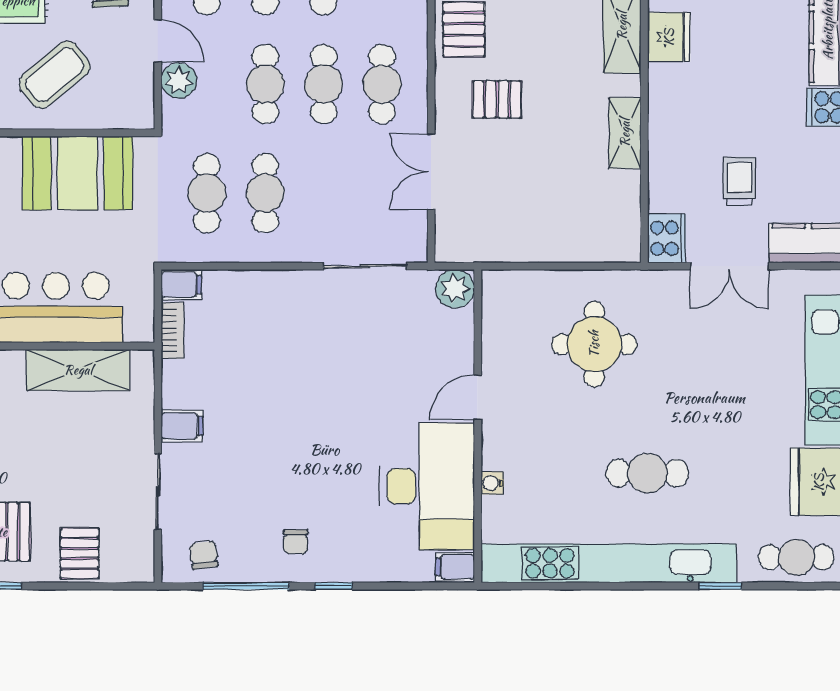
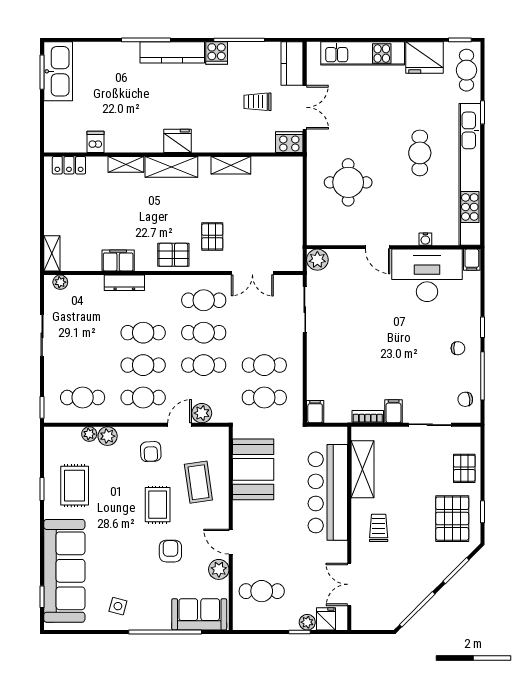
coffee table: (54, 75) -> (198, 482), turned 32
bookcase: (172, 331) -> (368, 417), moved
pallet: (79, 553) -> (464, 468), turned 90

